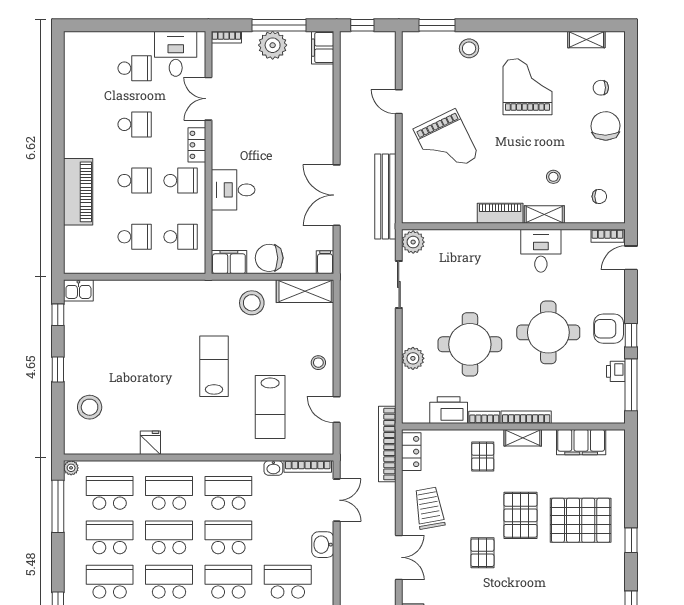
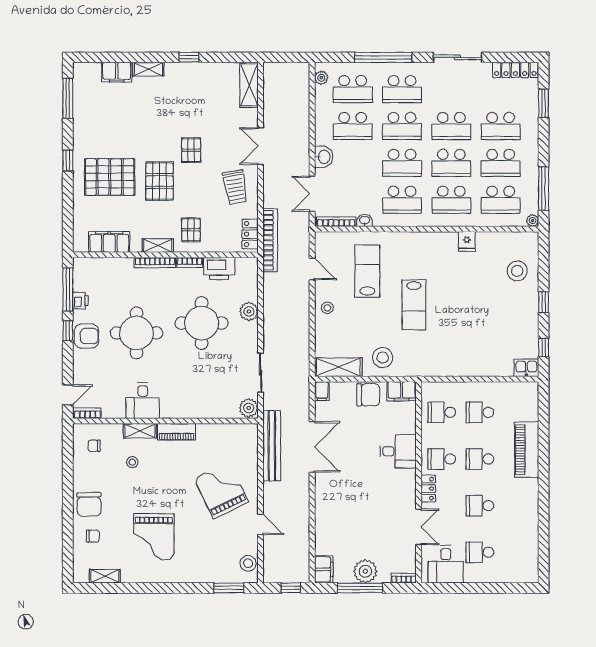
stool: (469, 48) -> (248, 563), moved

